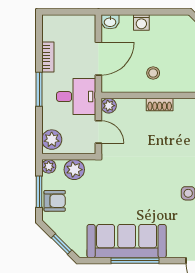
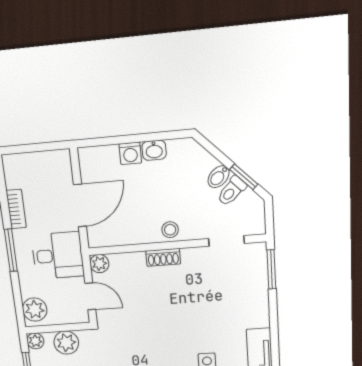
washbasin: (110, 22) -> (154, 150), moved
stool: (153, 73) -> (170, 230), moved

